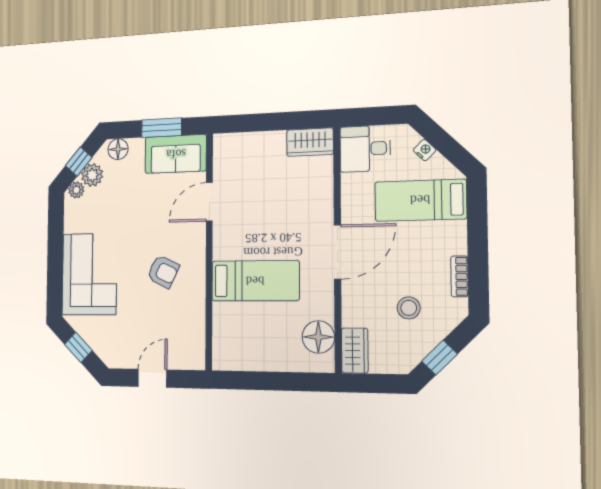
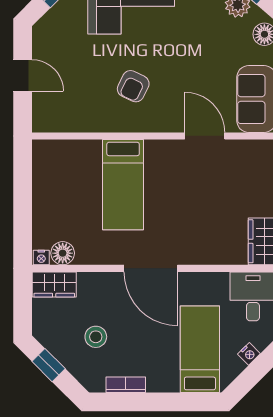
floor lamp: (318, 337) -> (63, 253), width x0.73, depth x0.73
nightstand: (327, 363) -> (41, 257), added

